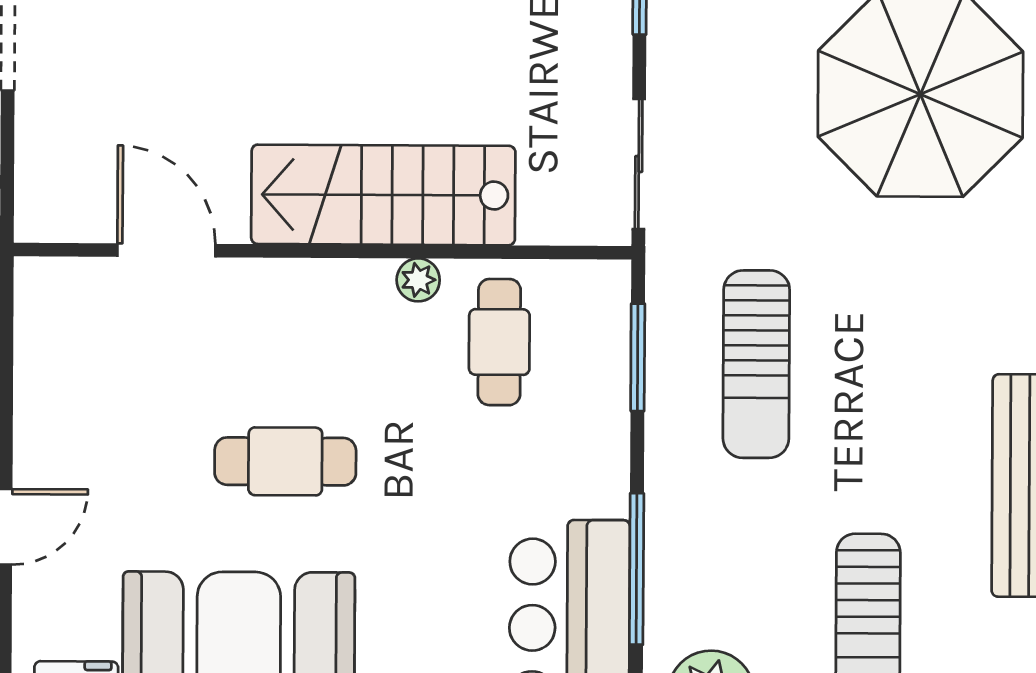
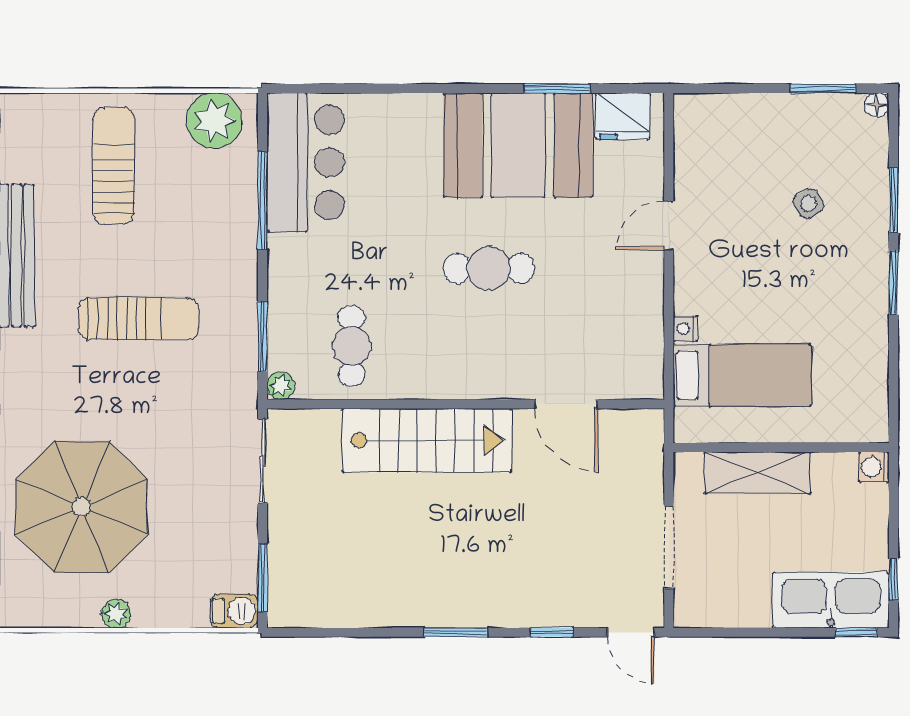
plant: (418, 280) -> (281, 386), moved
sun lounger: (756, 364) -> (139, 319), moved, turned 90

